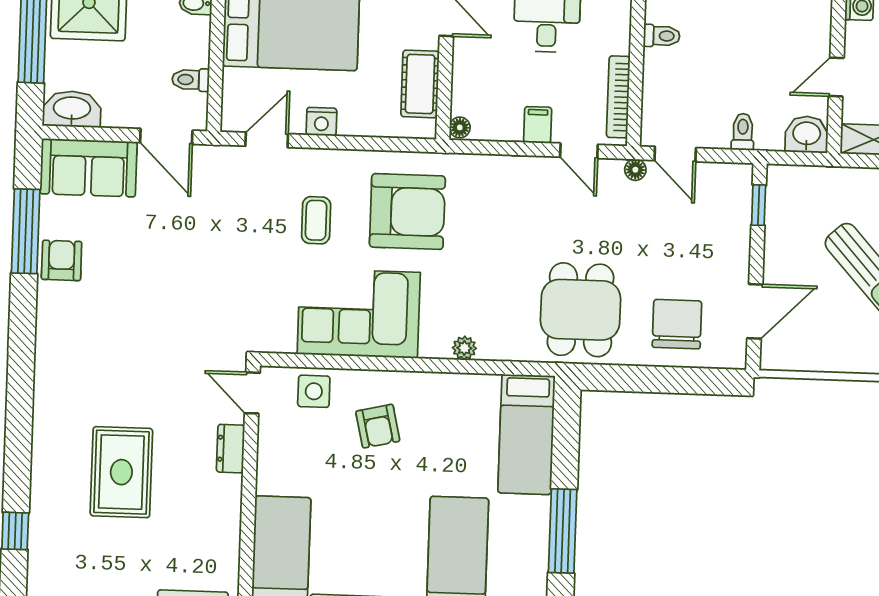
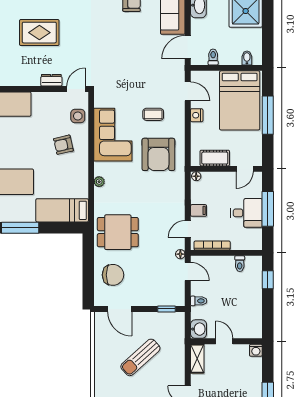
door: (675, 154) -> (188, 271), swing flipped

